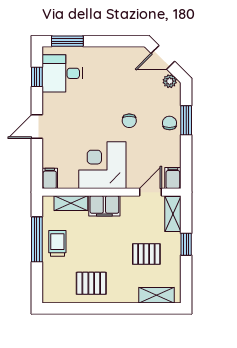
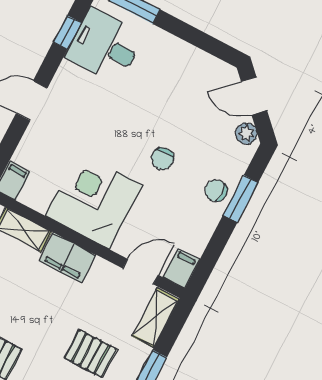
chair: (169, 123) -> (216, 191), turned -89

